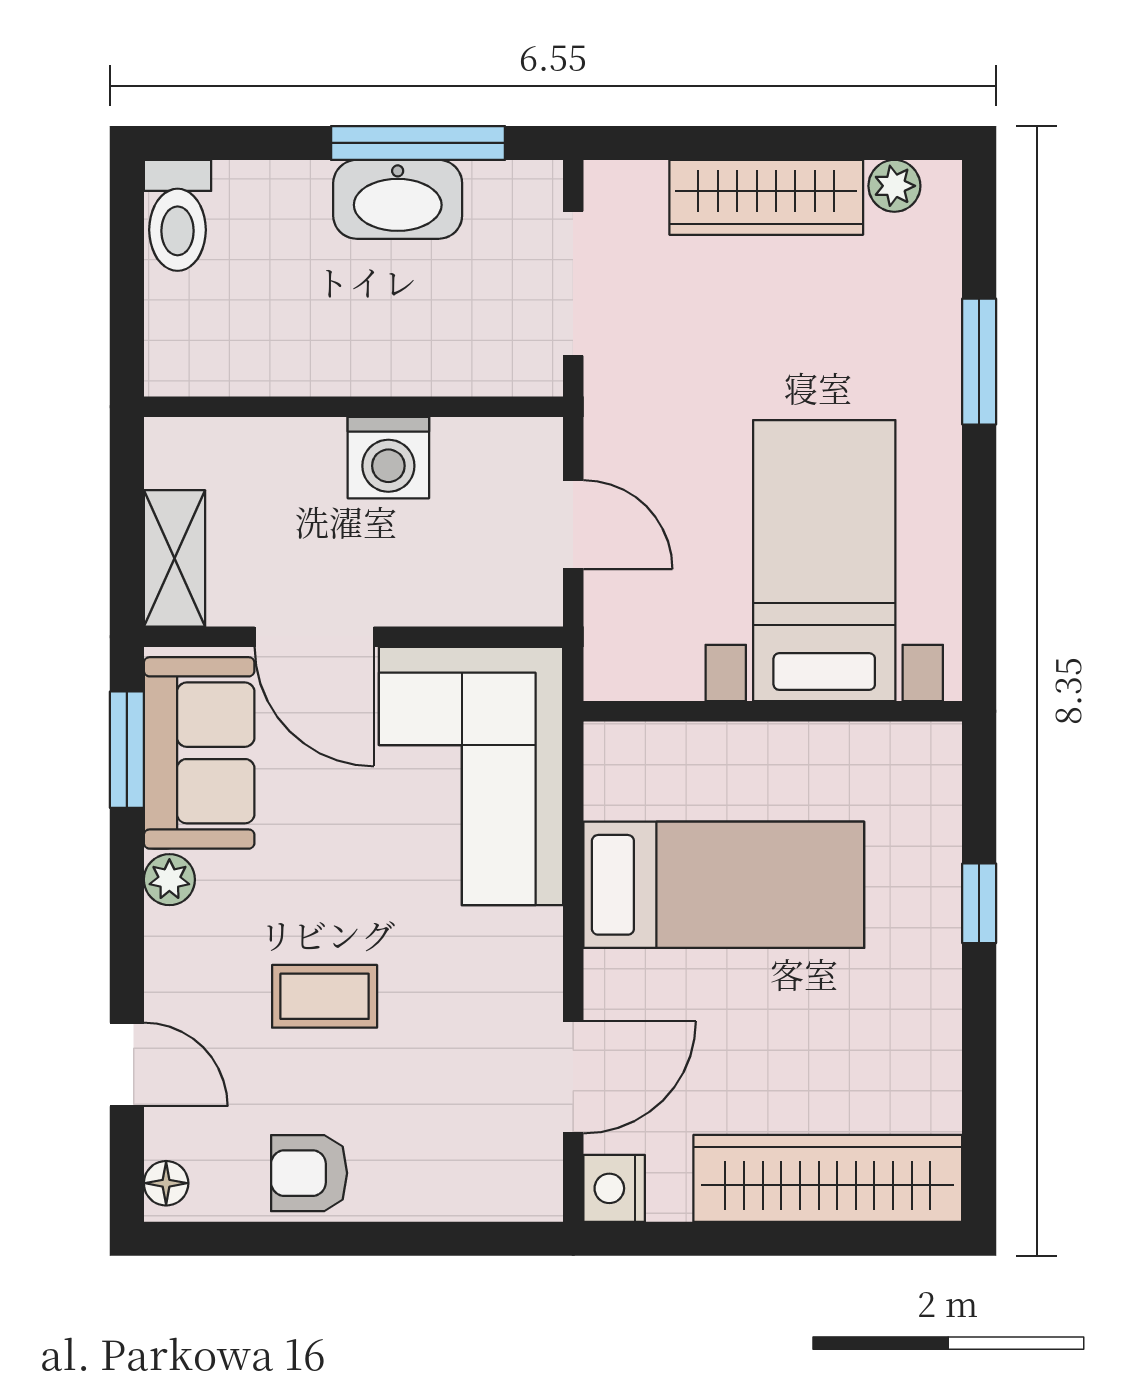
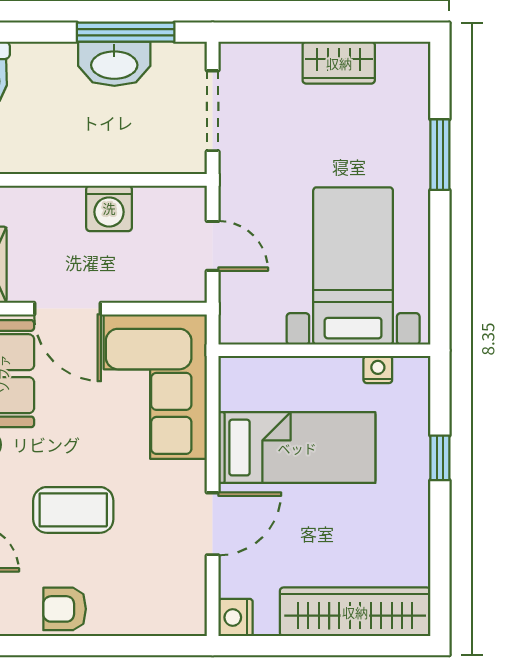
plant: (894, 186) -> (392, 56), removed
wardrobe: (766, 197) -> (339, 63), width x0.67
nightstand: (868, 746) -> (378, 370), added
coffee table: (325, 996) -> (73, 510), width x1.36, depth x1.30
door: (573, 1077) -> (213, 524), moved

